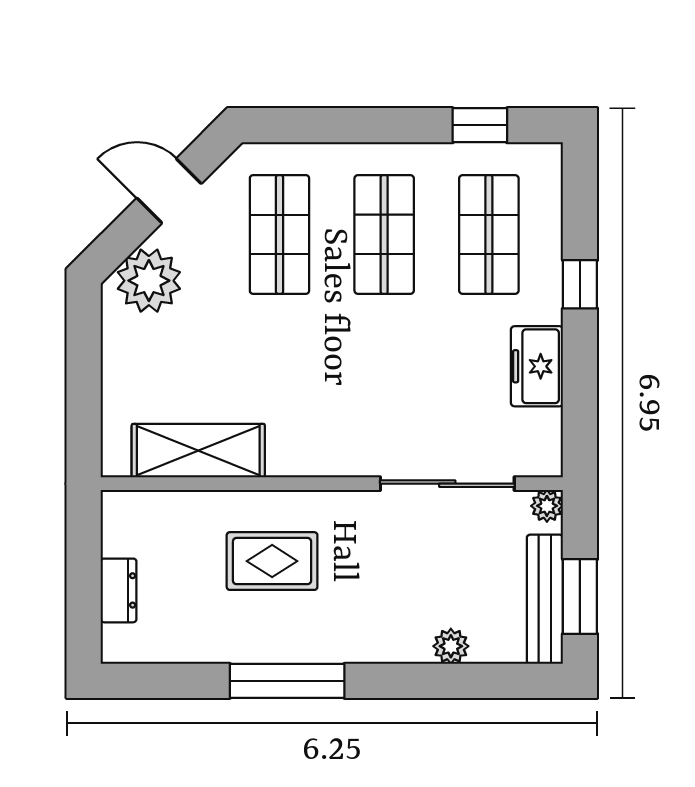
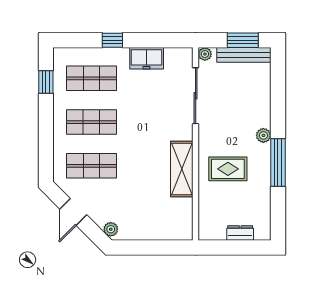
plant: (149, 281) -> (111, 229), width x0.53, depth x0.53
shelving: (198, 451) -> (182, 169), moved
rug: (272, 561) -> (228, 169), turned 90
plant: (451, 646) -> (263, 135), moved

